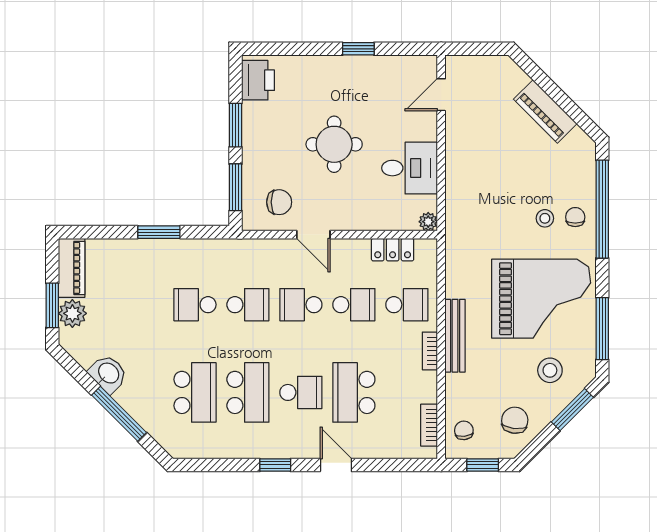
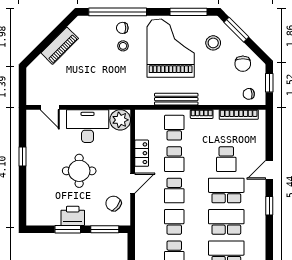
printer: (258, 80) -> (73, 216), moved
desk: (410, 168) -> (88, 126), width x1.37
chair: (279, 202) -> (113, 203), turned -53
plant: (428, 222) -> (120, 120), width x1.88, depth x1.88
locker: (393, 250) -> (142, 153), moved
school desk: (354, 305) -> (174, 159), turned 180
bench: (455, 336) -> (176, 99), moved
school desk: (301, 392) -> (226, 191), width x1.85
school desk: (354, 392) -> (226, 159), width x0.54
chair: (515, 420) -> (243, 64), turned -97
bookcase: (429, 425) -> (239, 115), width x1.56

